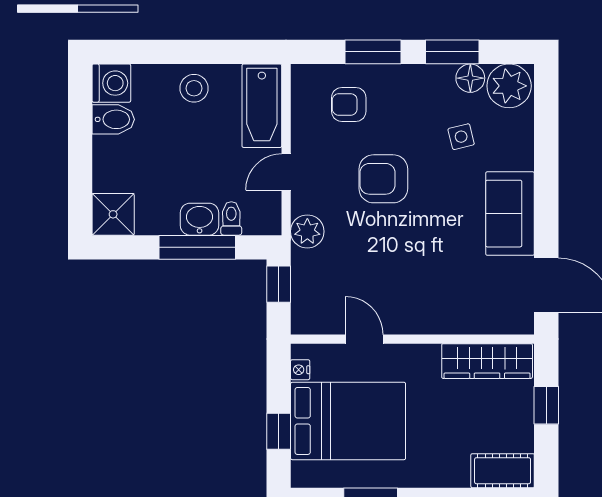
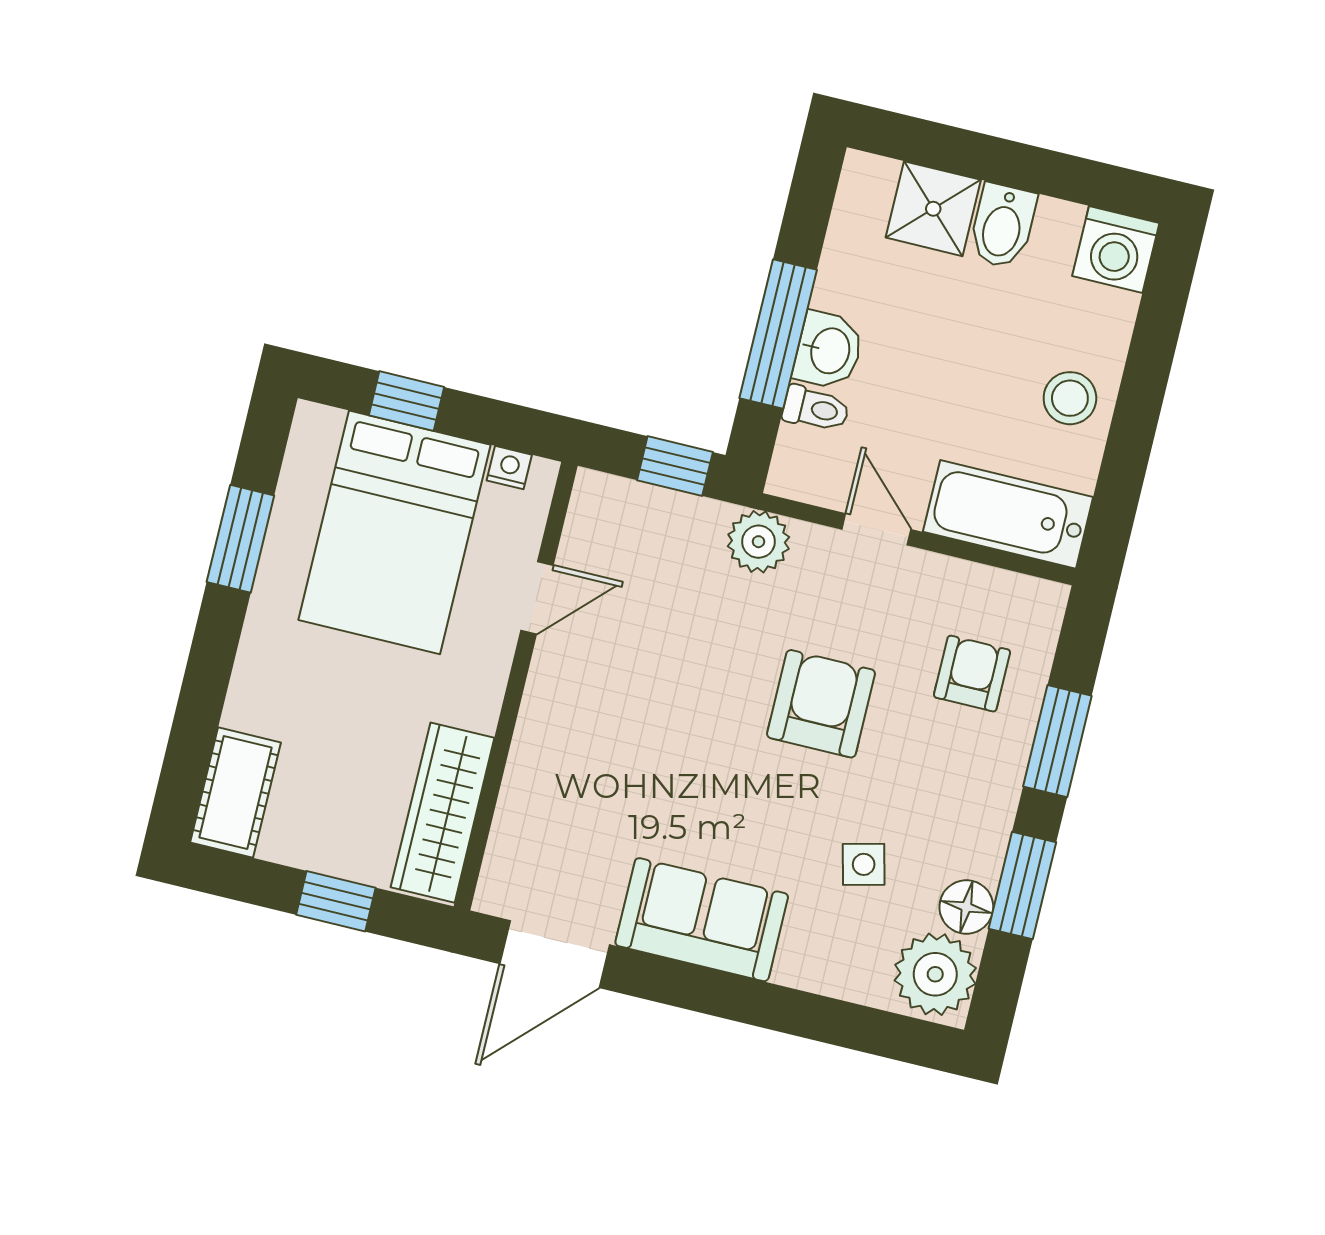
bidet: (113, 119) -> (1003, 226), moved
shower: (113, 214) -> (933, 209), moved

